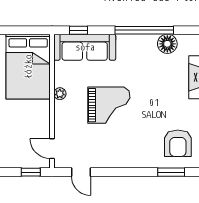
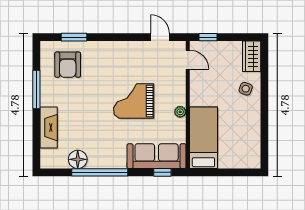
bed: (28, 67) -> (203, 138), width x0.67
armchair: (178, 143) -> (68, 65), turned 180

